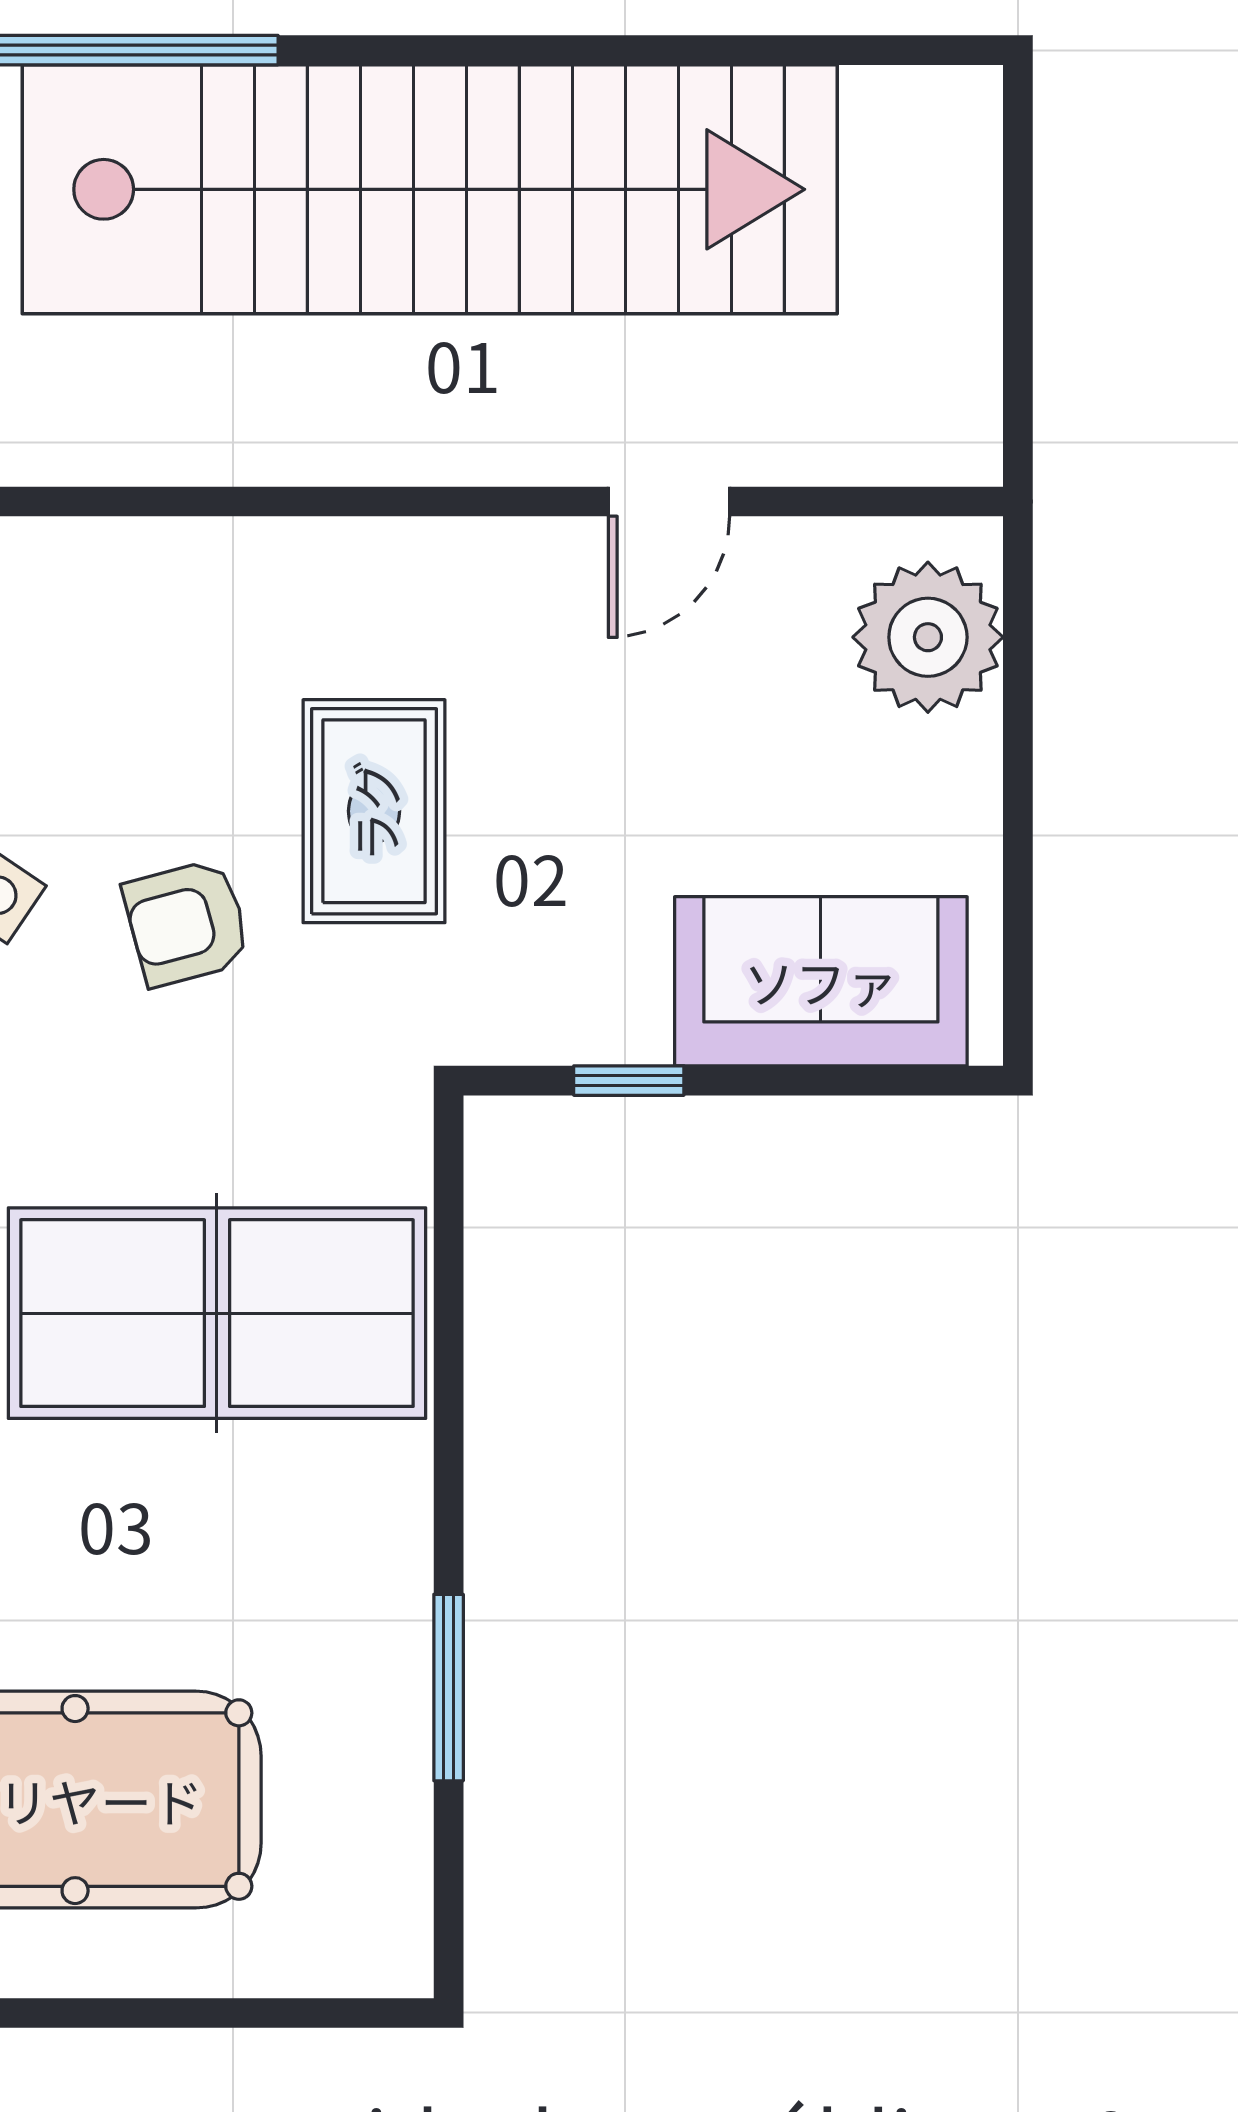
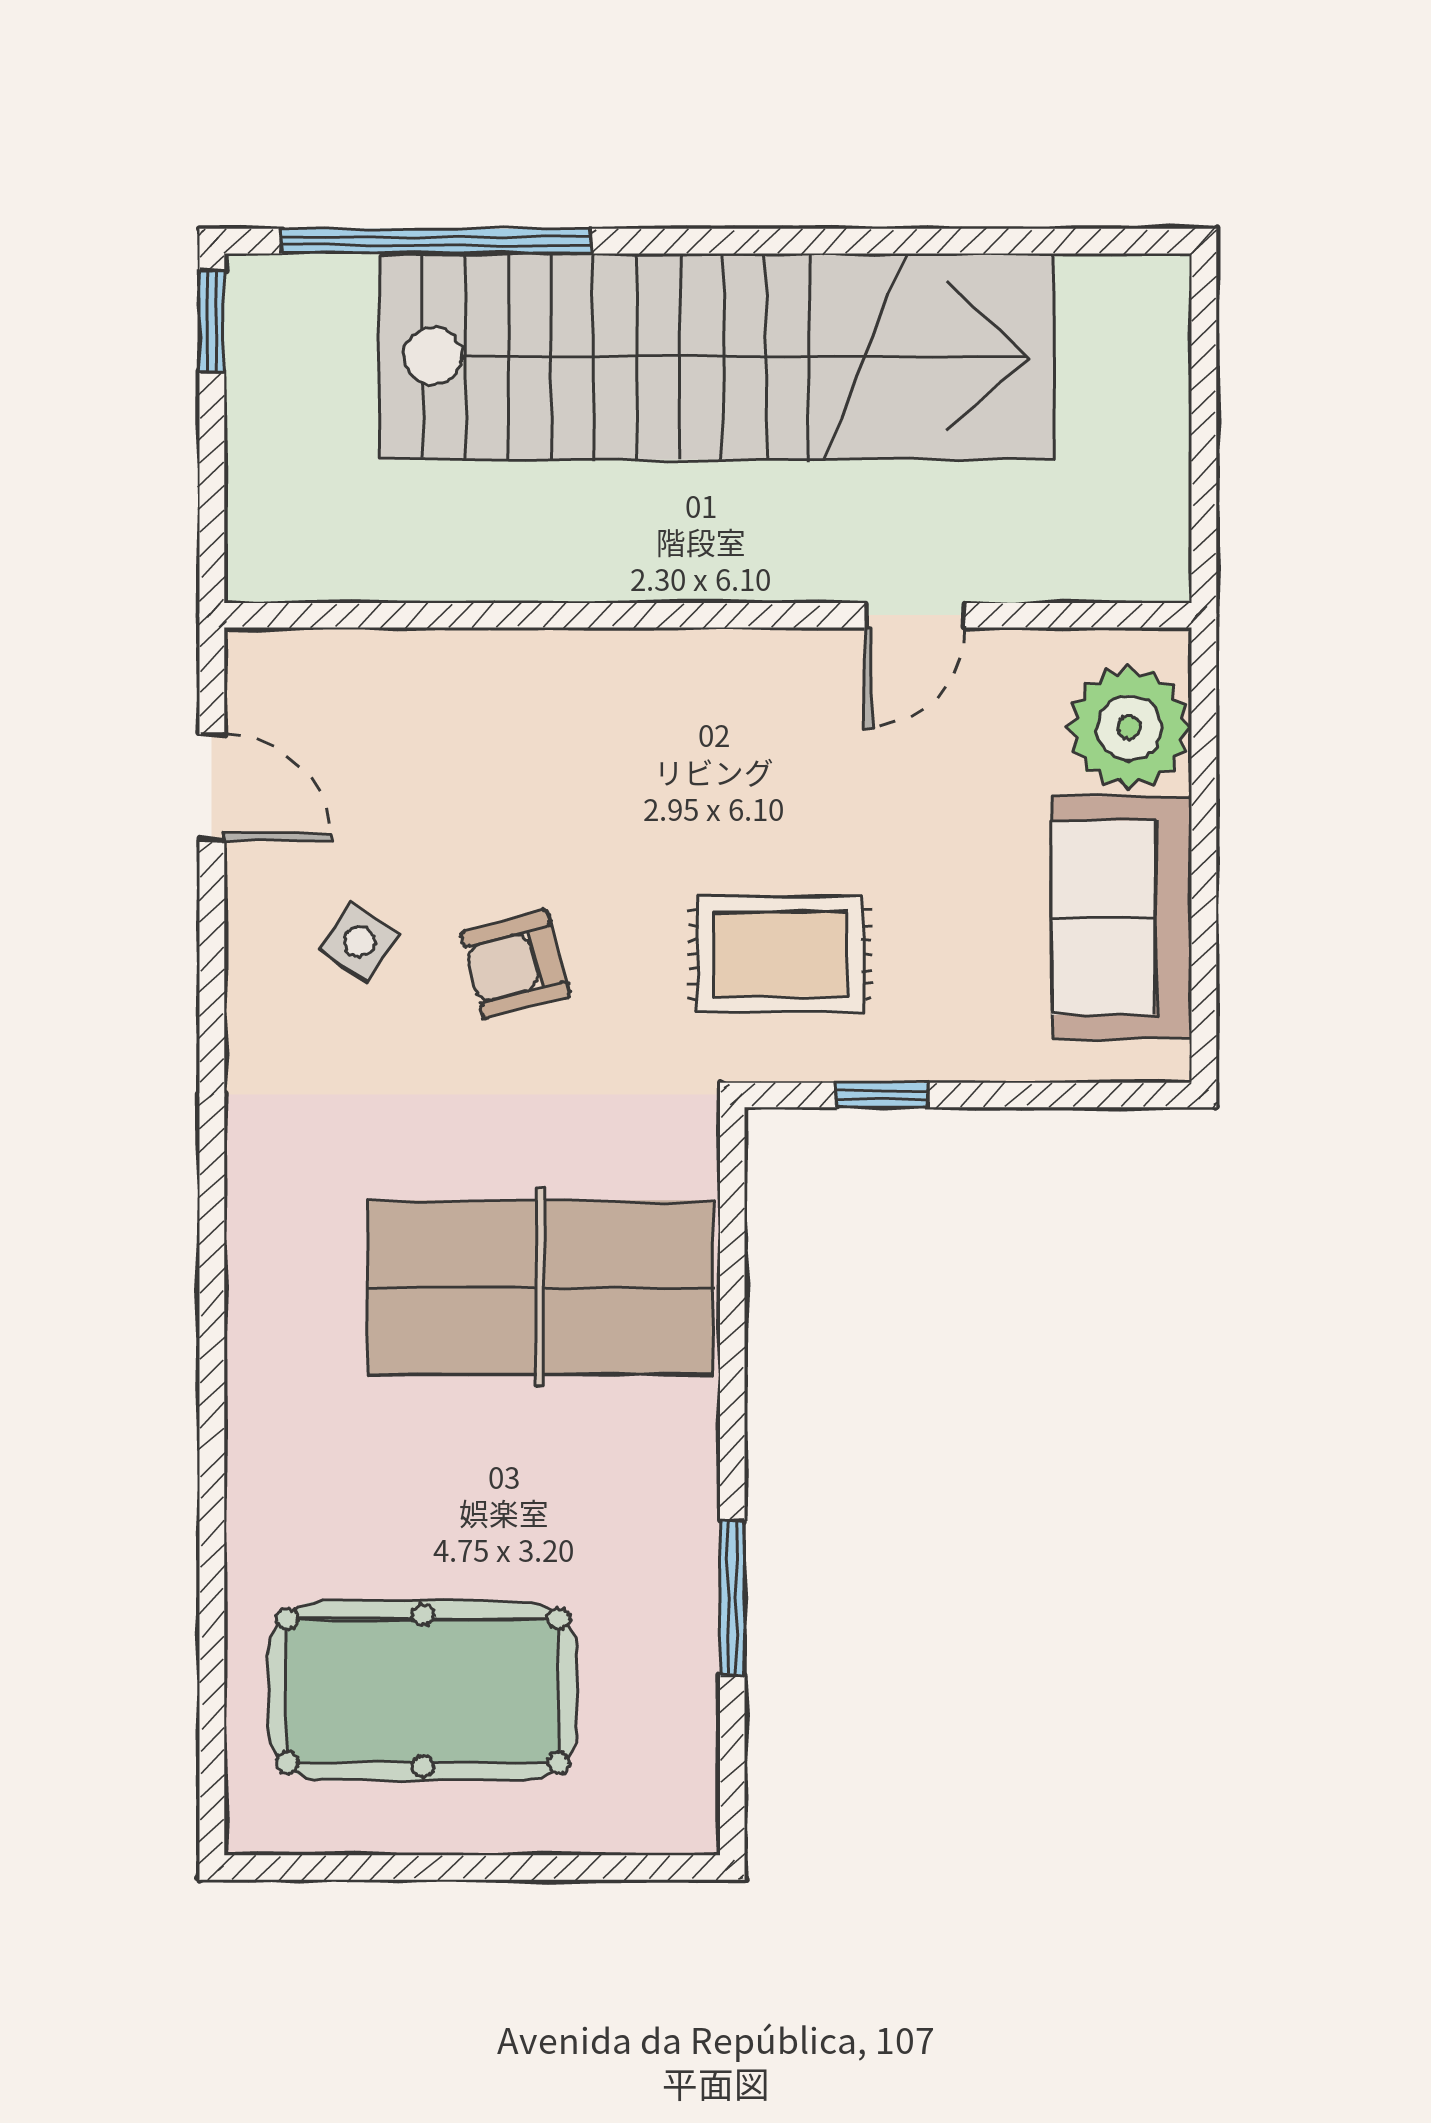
rug: (374, 811) -> (780, 954), moved, turned 90
sofa: (821, 981) -> (1122, 918), moved, turned -90

